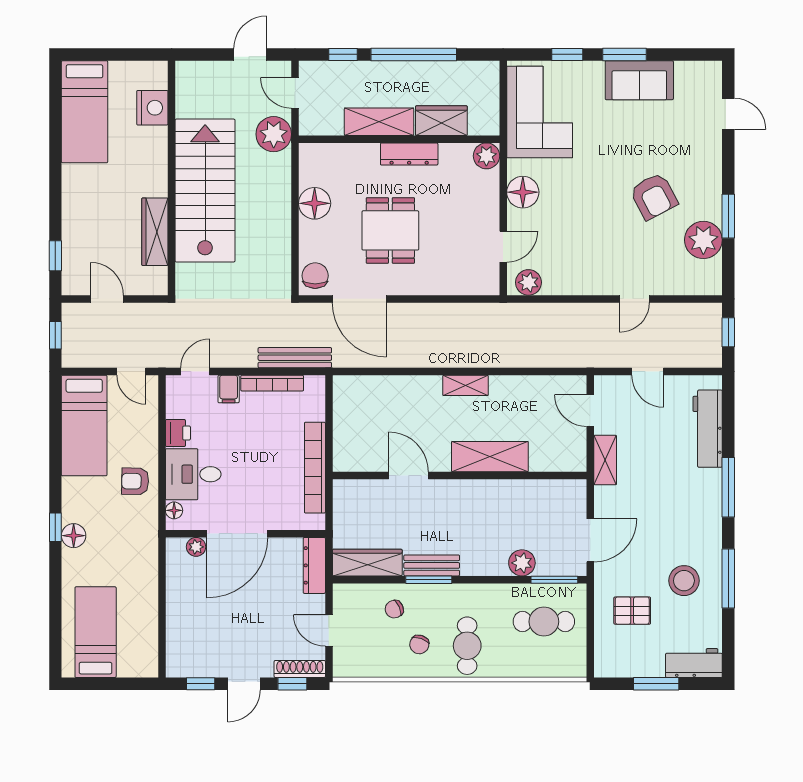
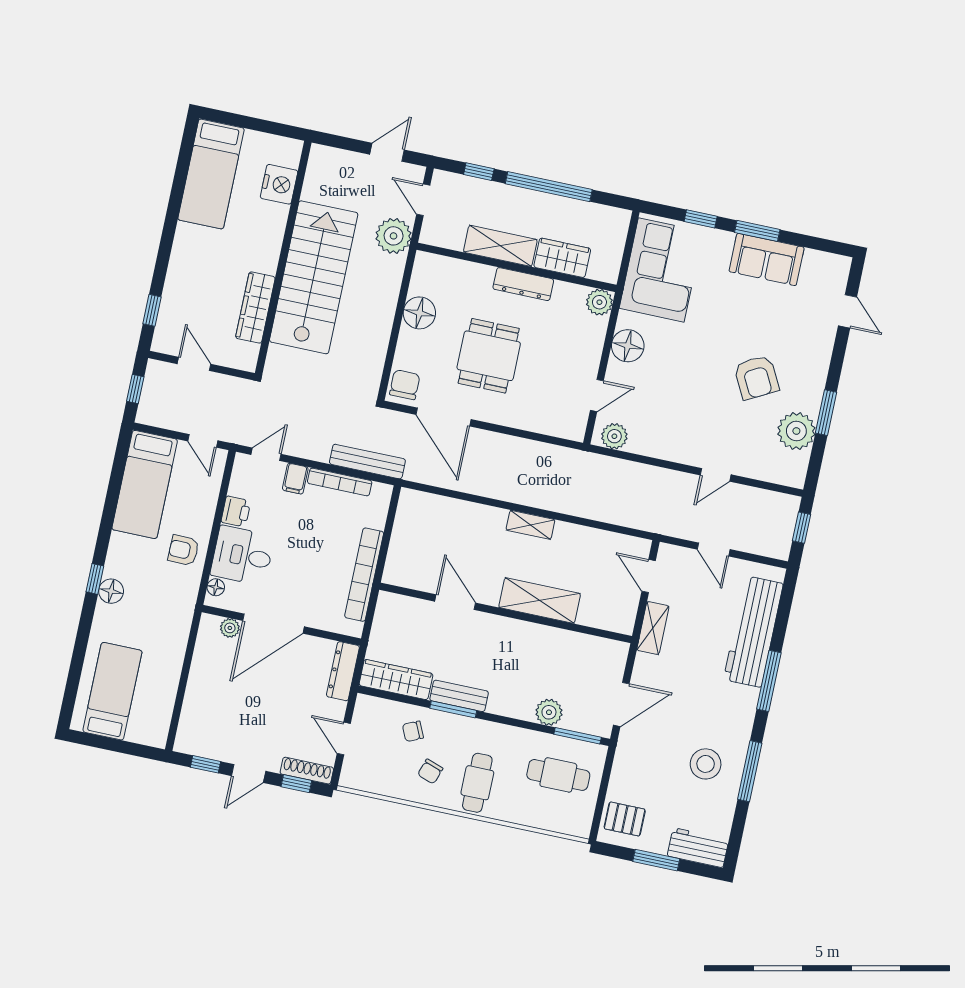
workbench: (708, 429) -> (753, 632), width x1.36, depth x1.32
pallet: (632, 611) -> (625, 819), moved

